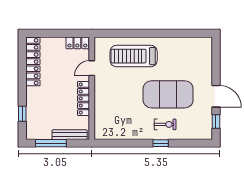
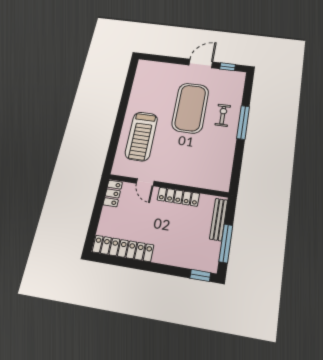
window: (22, 114) -> (200, 275), moved
window: (161, 143) -> (243, 122), width x2.17

